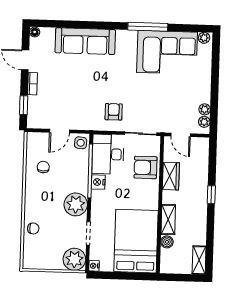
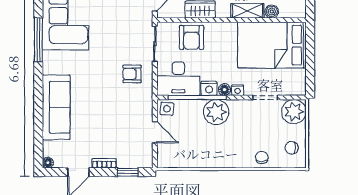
chair: (43, 167) -> (292, 148), moved
floor lamp: (97, 196) -> (225, 90), added
plant: (76, 204) -> (216, 112), moved
nightstand: (94, 266) -> (238, 90), moved

